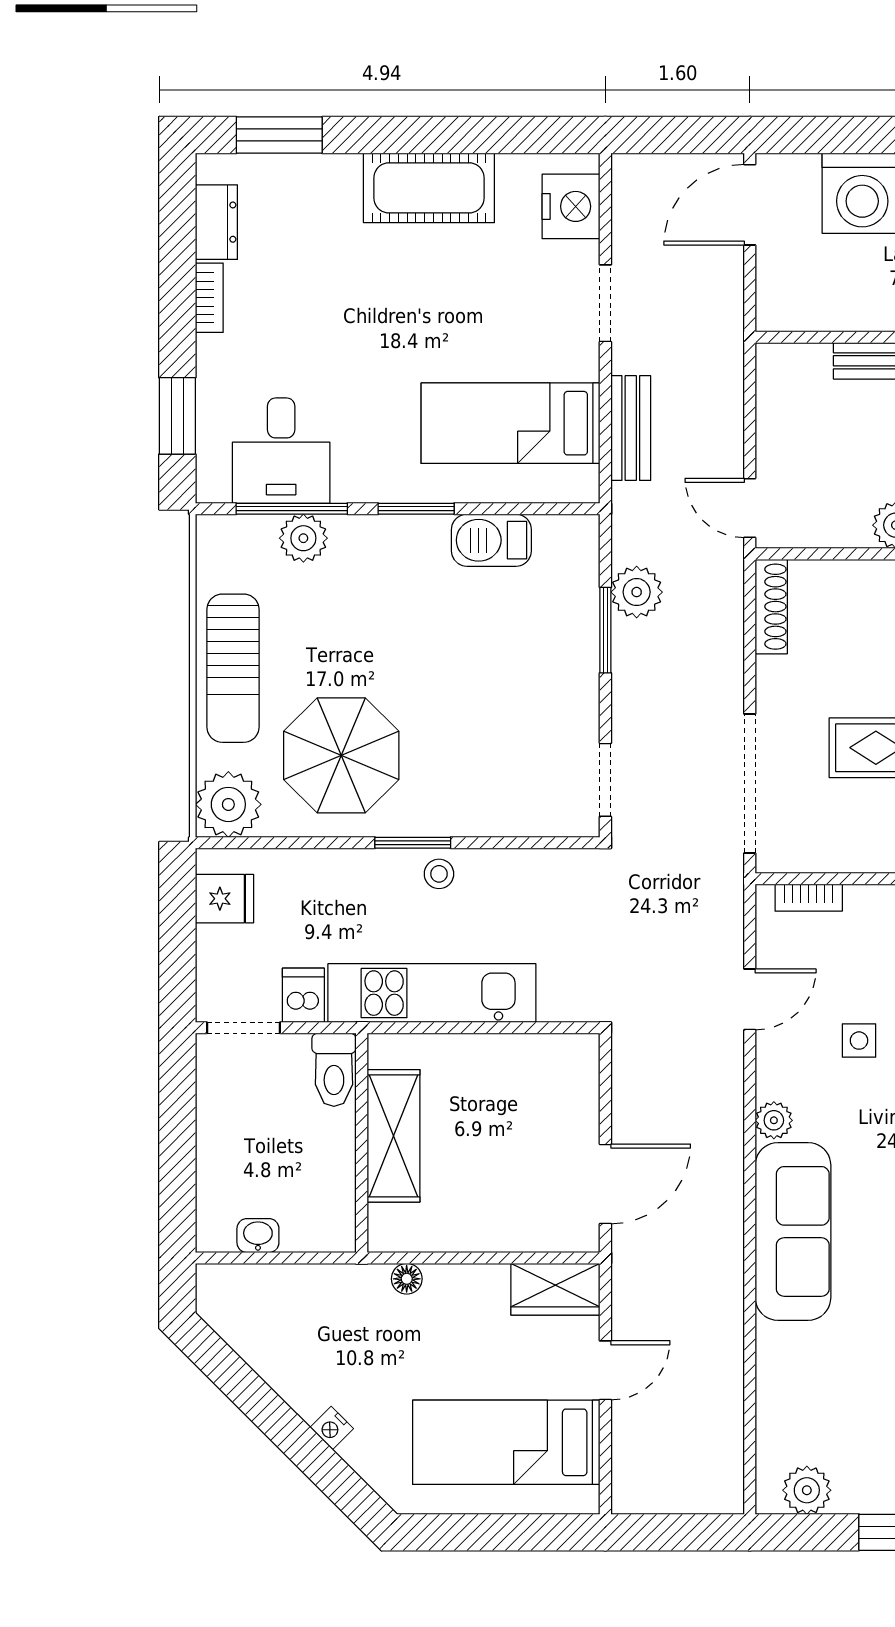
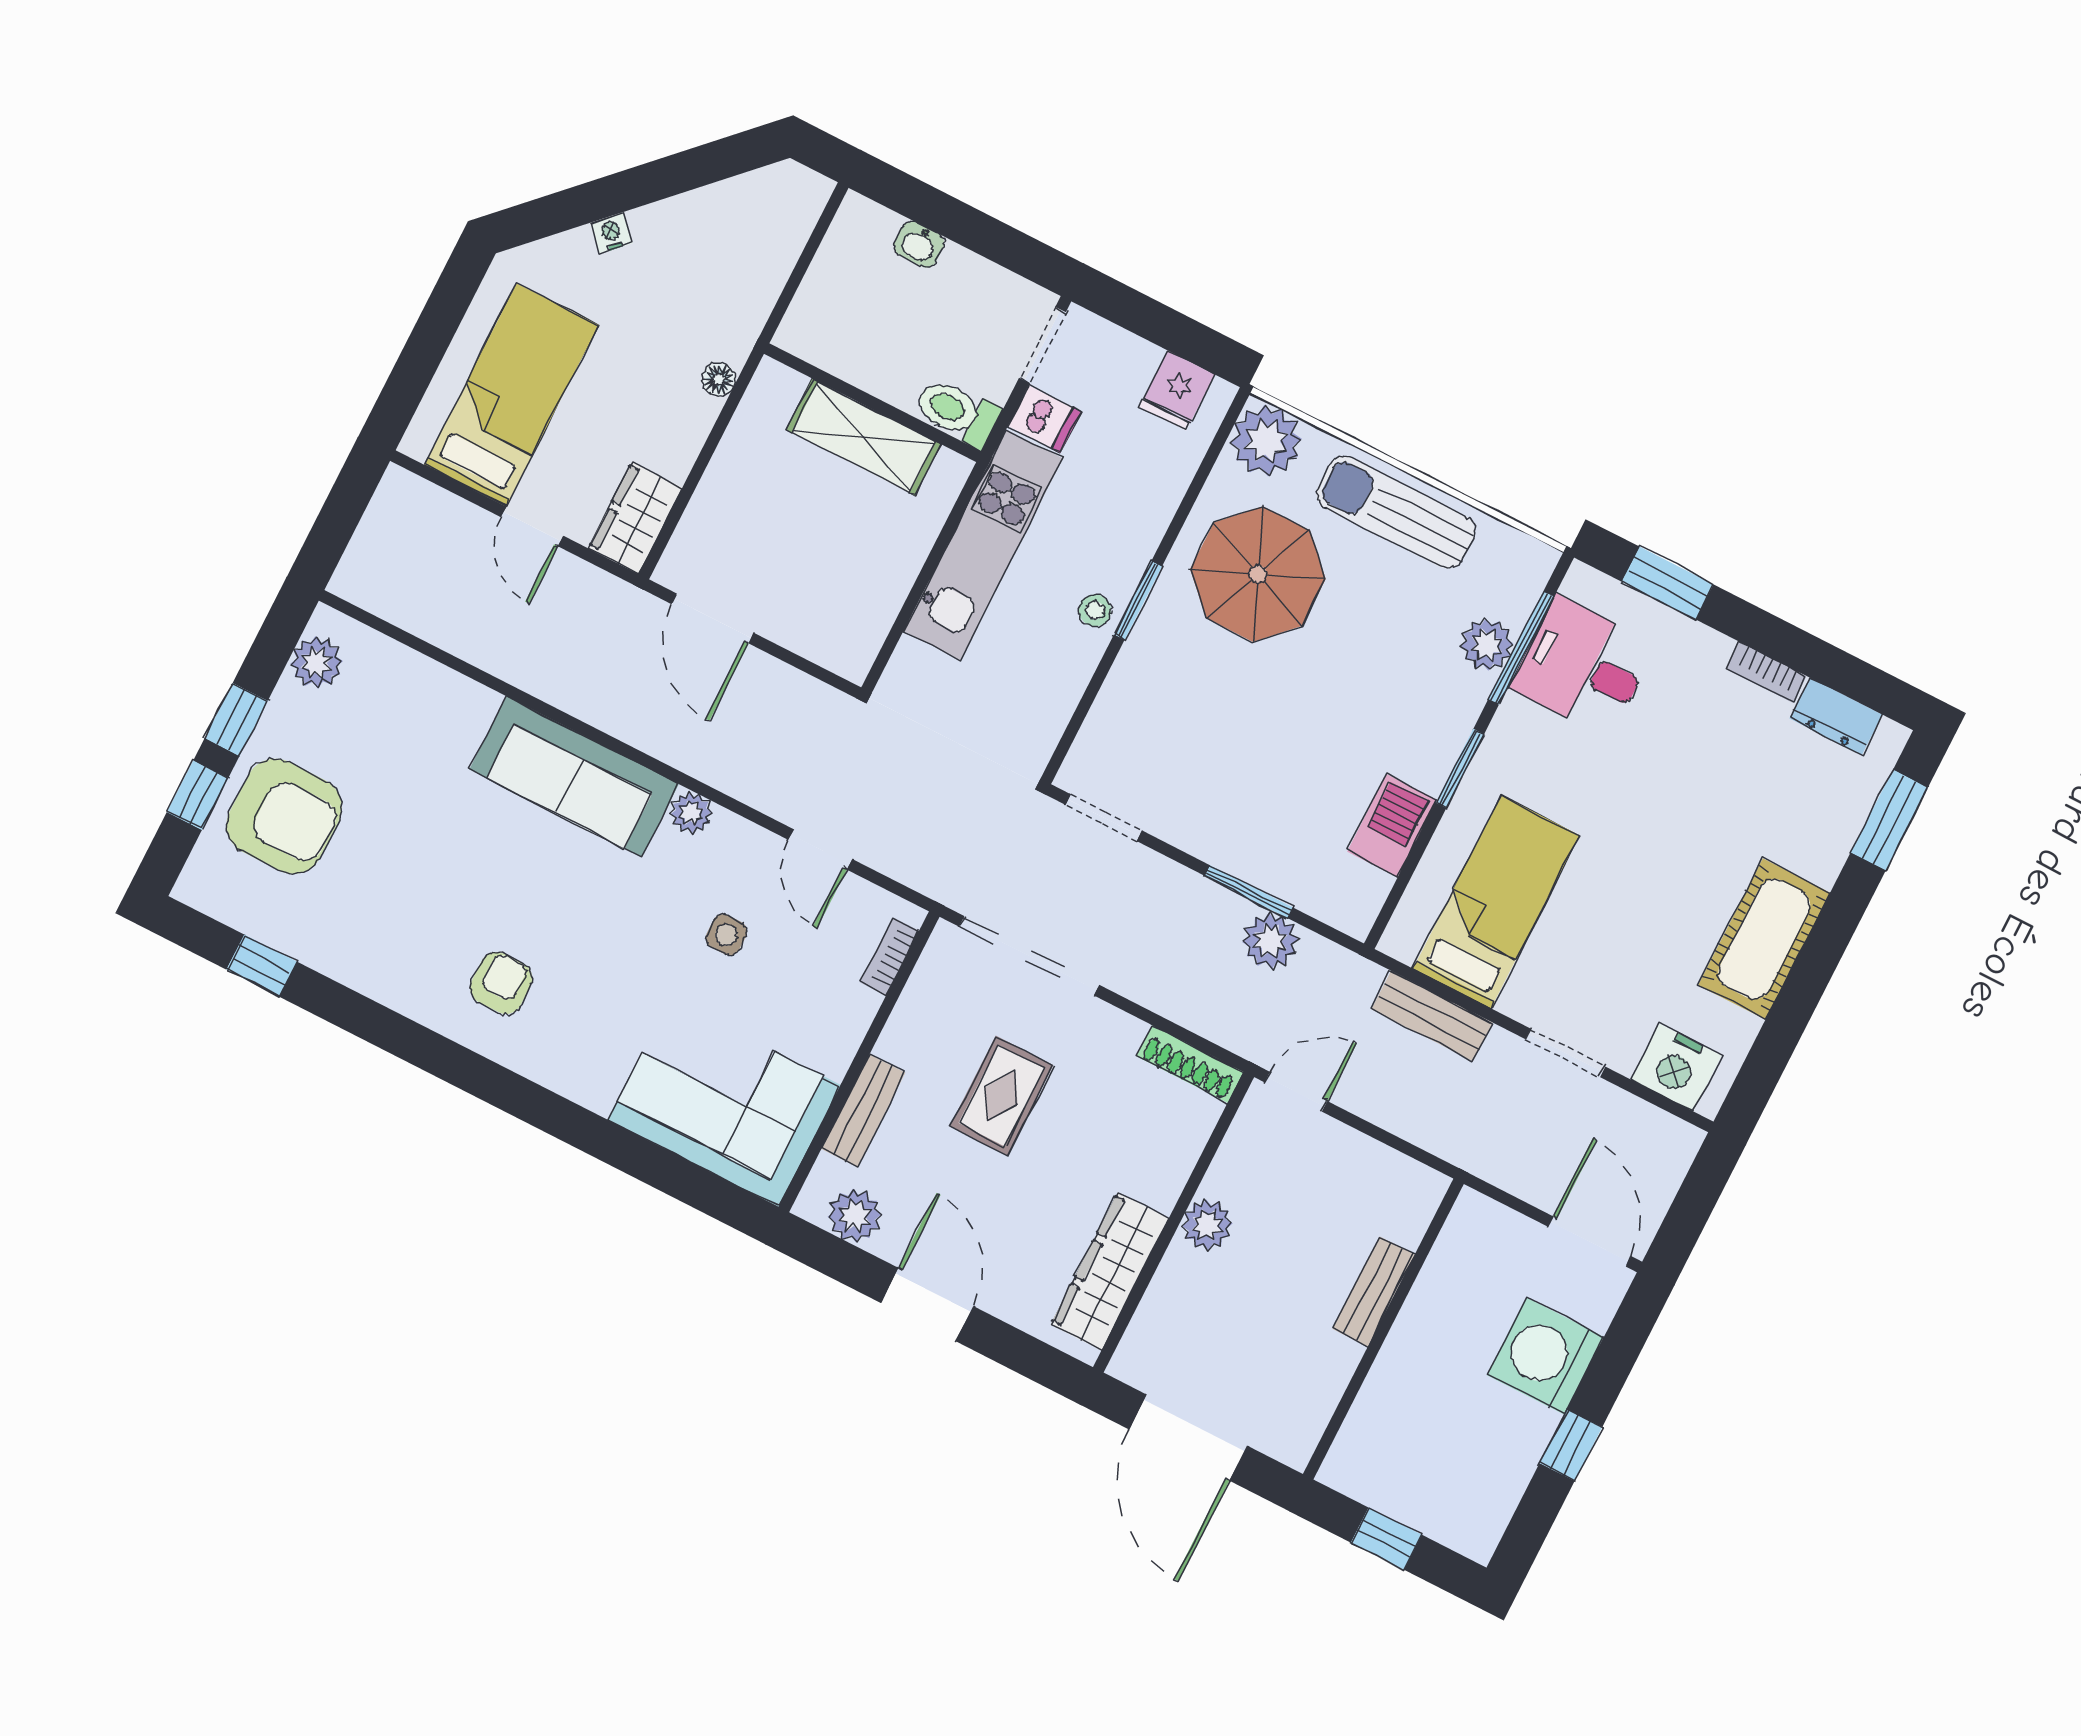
washbasin: (258, 1236) -> (919, 244), moved, turned 90

